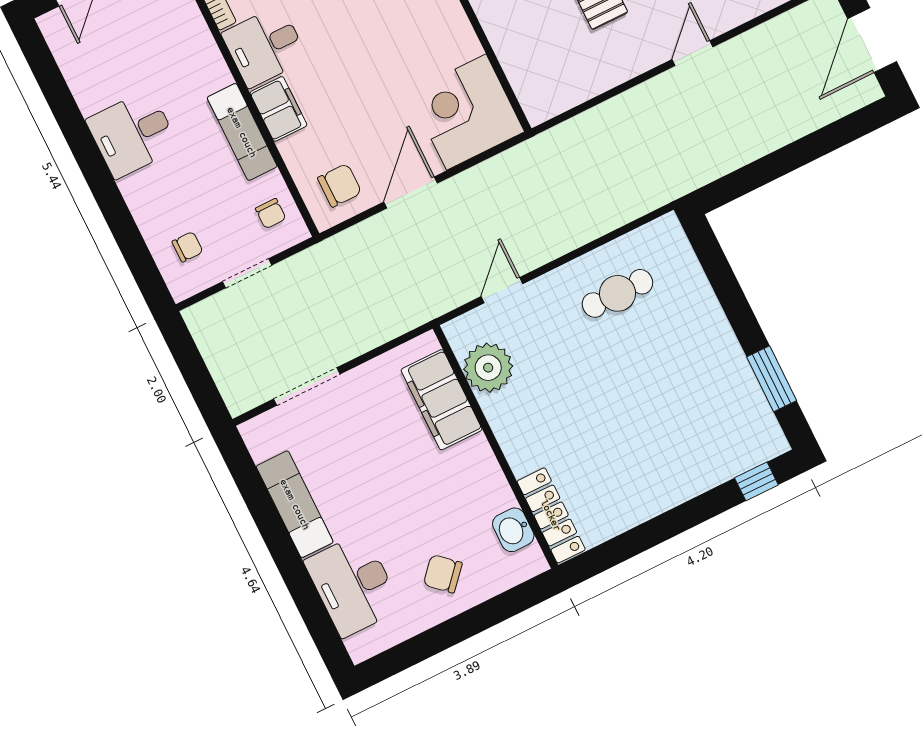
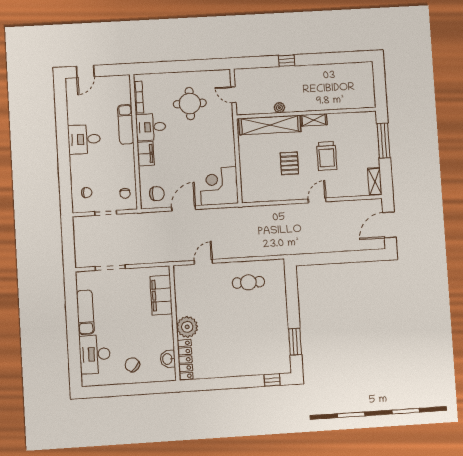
exam couch: (242, 132) -> (126, 124), moved
plant: (488, 368) -> (187, 327), moved

